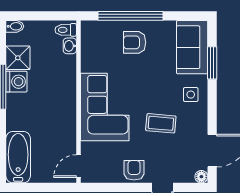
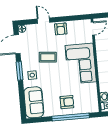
window: (212, 63) -> (20, 71), moved

